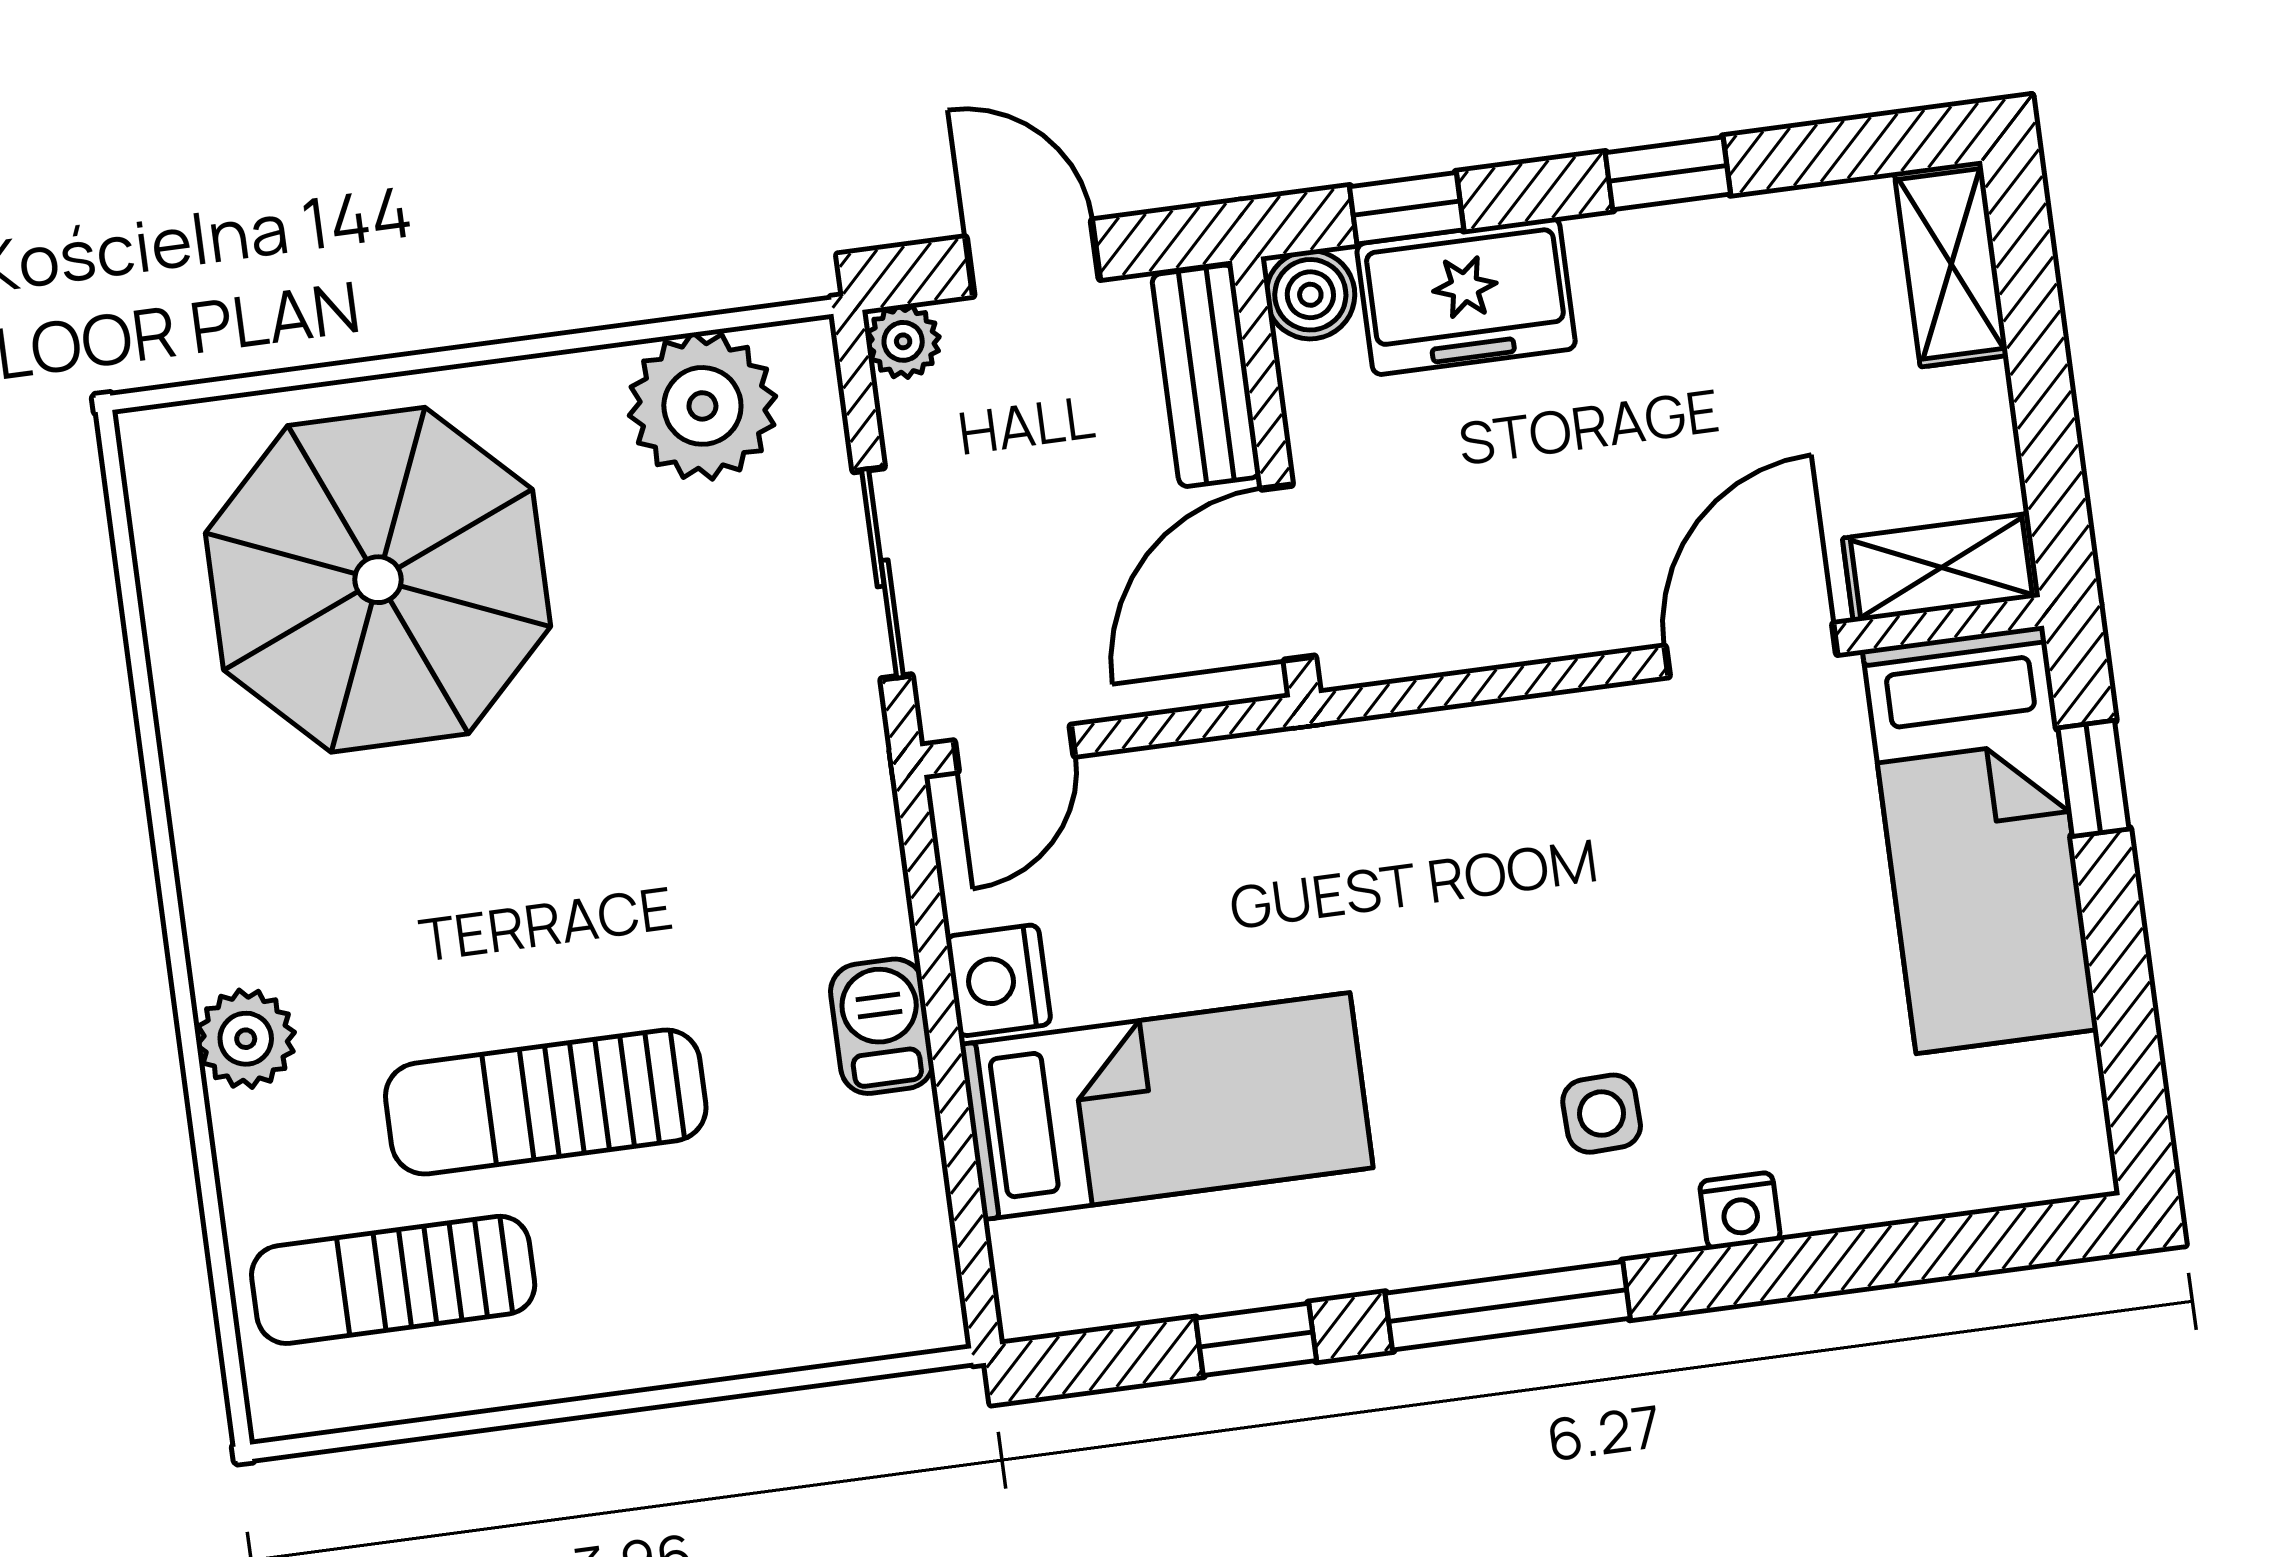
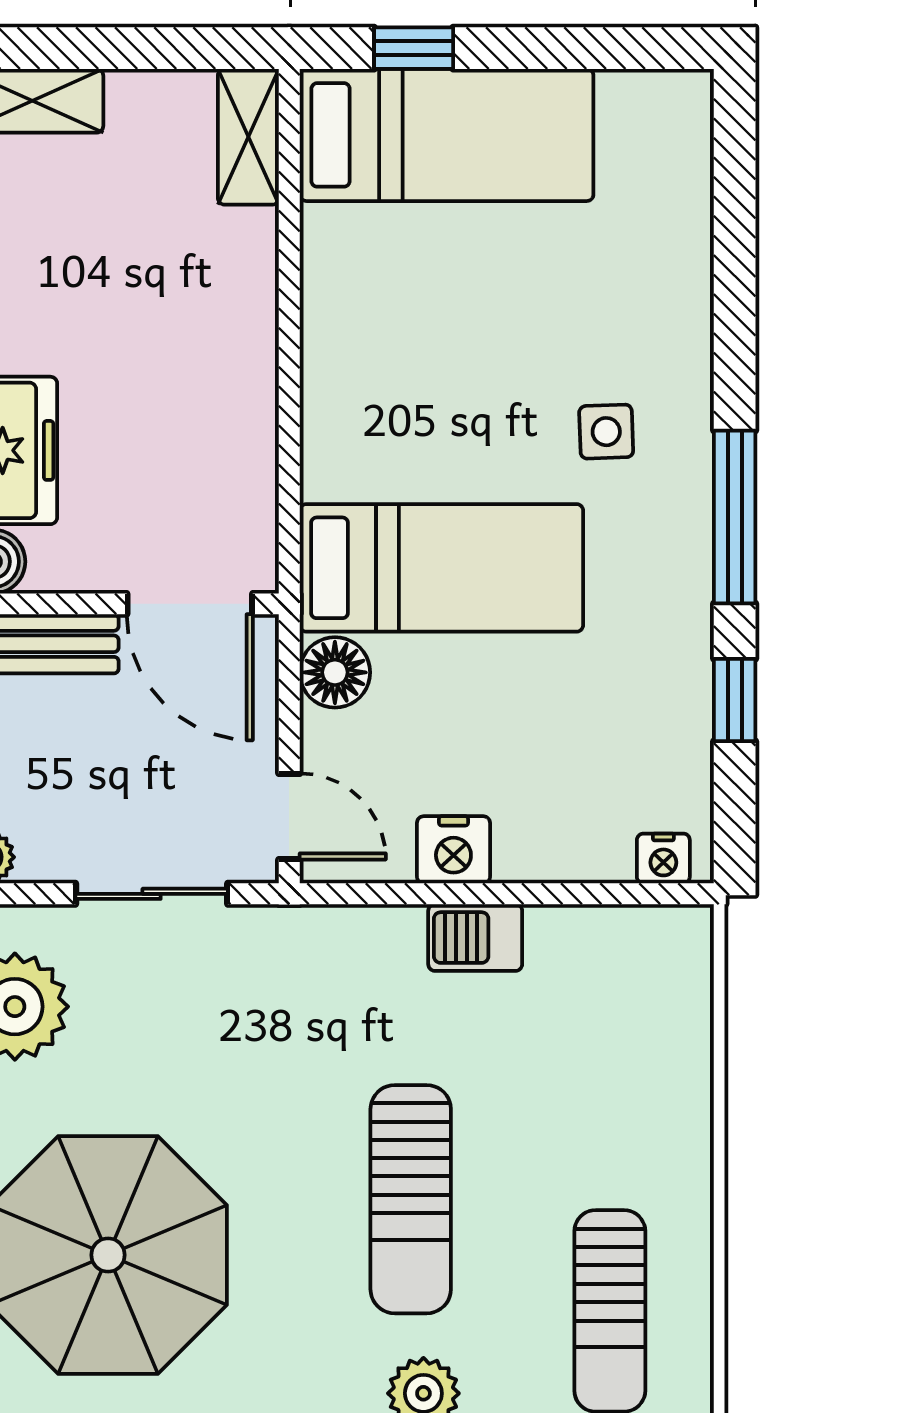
door: (1751, 650) -> (289, 281), removed
floor lamp: (1221, 785) -> (335, 672), added
sun lounger: (546, 1102) -> (411, 1199), moved
bed: (1167, 1106) -> (441, 568), moved, turned 90
nightstand: (1740, 1211) -> (663, 858), moved, turned 90

